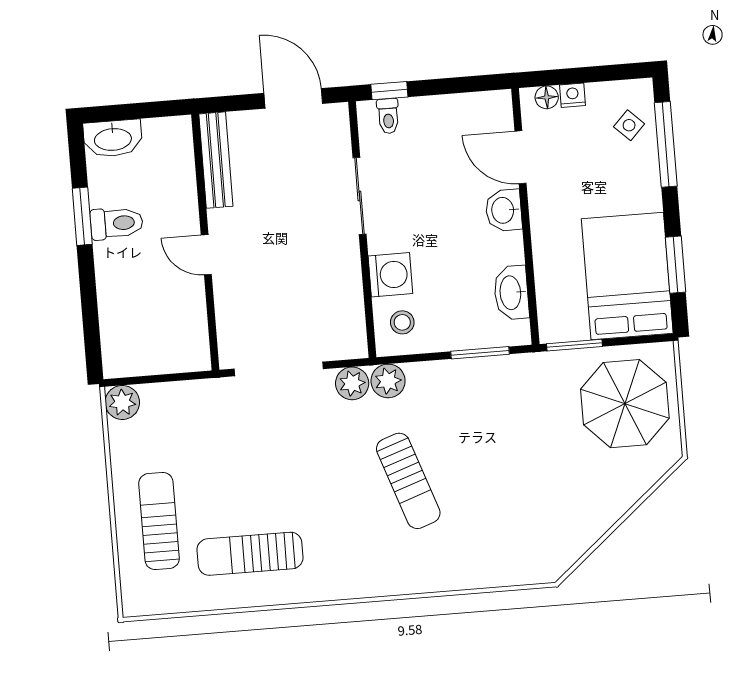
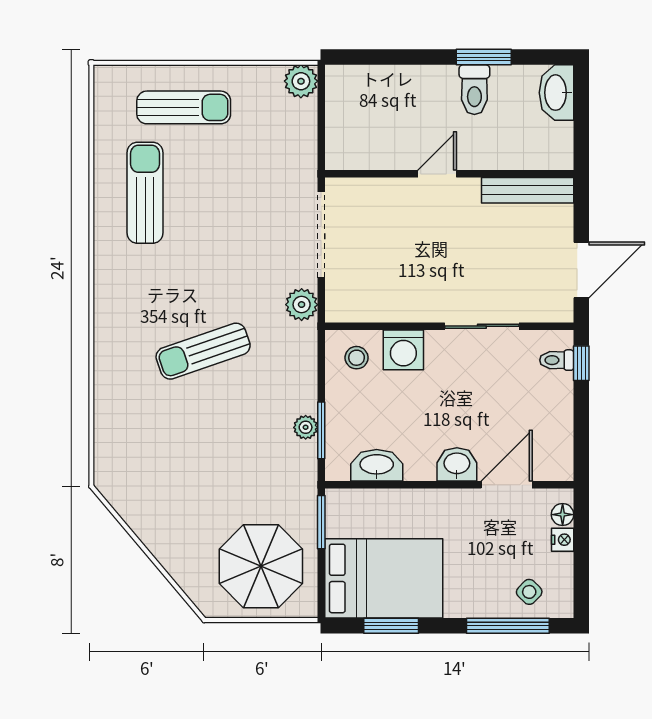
plant: (388, 381) -> (306, 427), moved, width x0.73, depth x0.73

